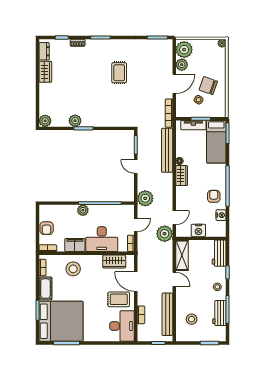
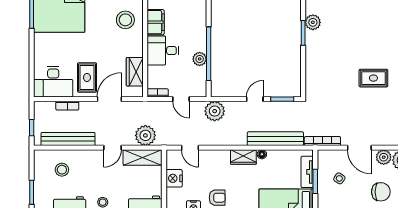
chair: (208, 86) -> (381, 192), moved, turned 71
plant: (83, 210) -> (200, 59), moved
plant: (165, 234) -> (145, 135), moved
desk: (102, 239) -> (163, 51), width x0.73

